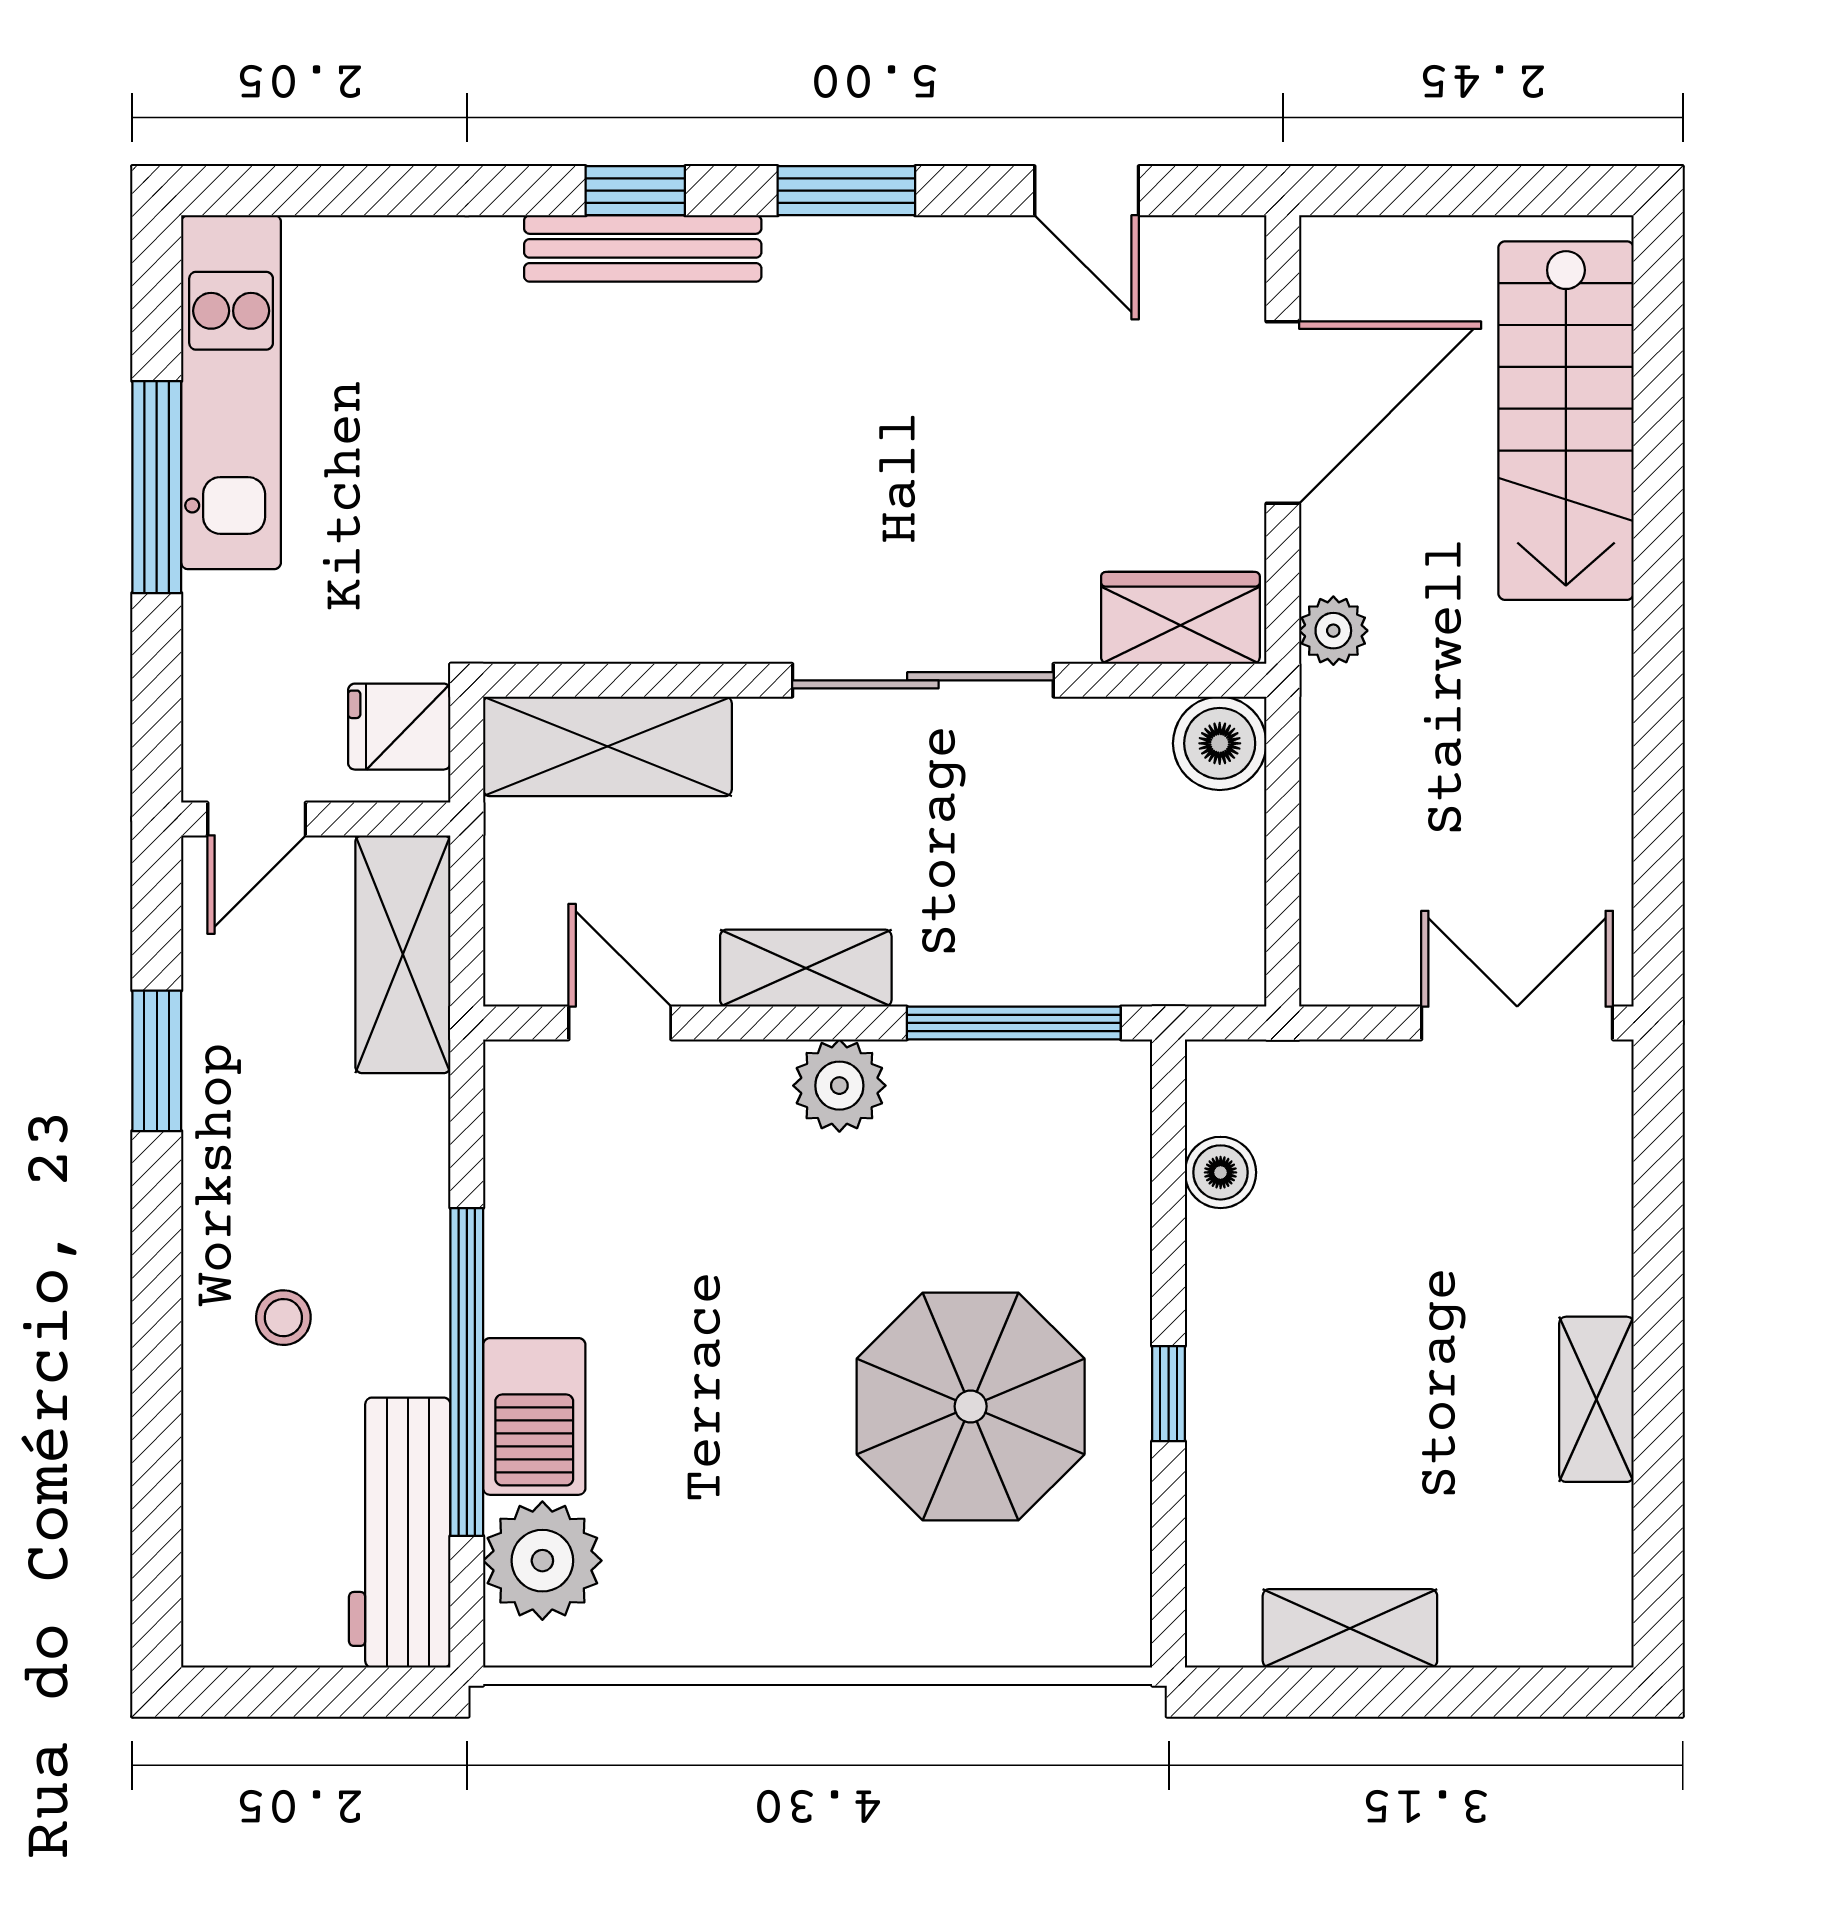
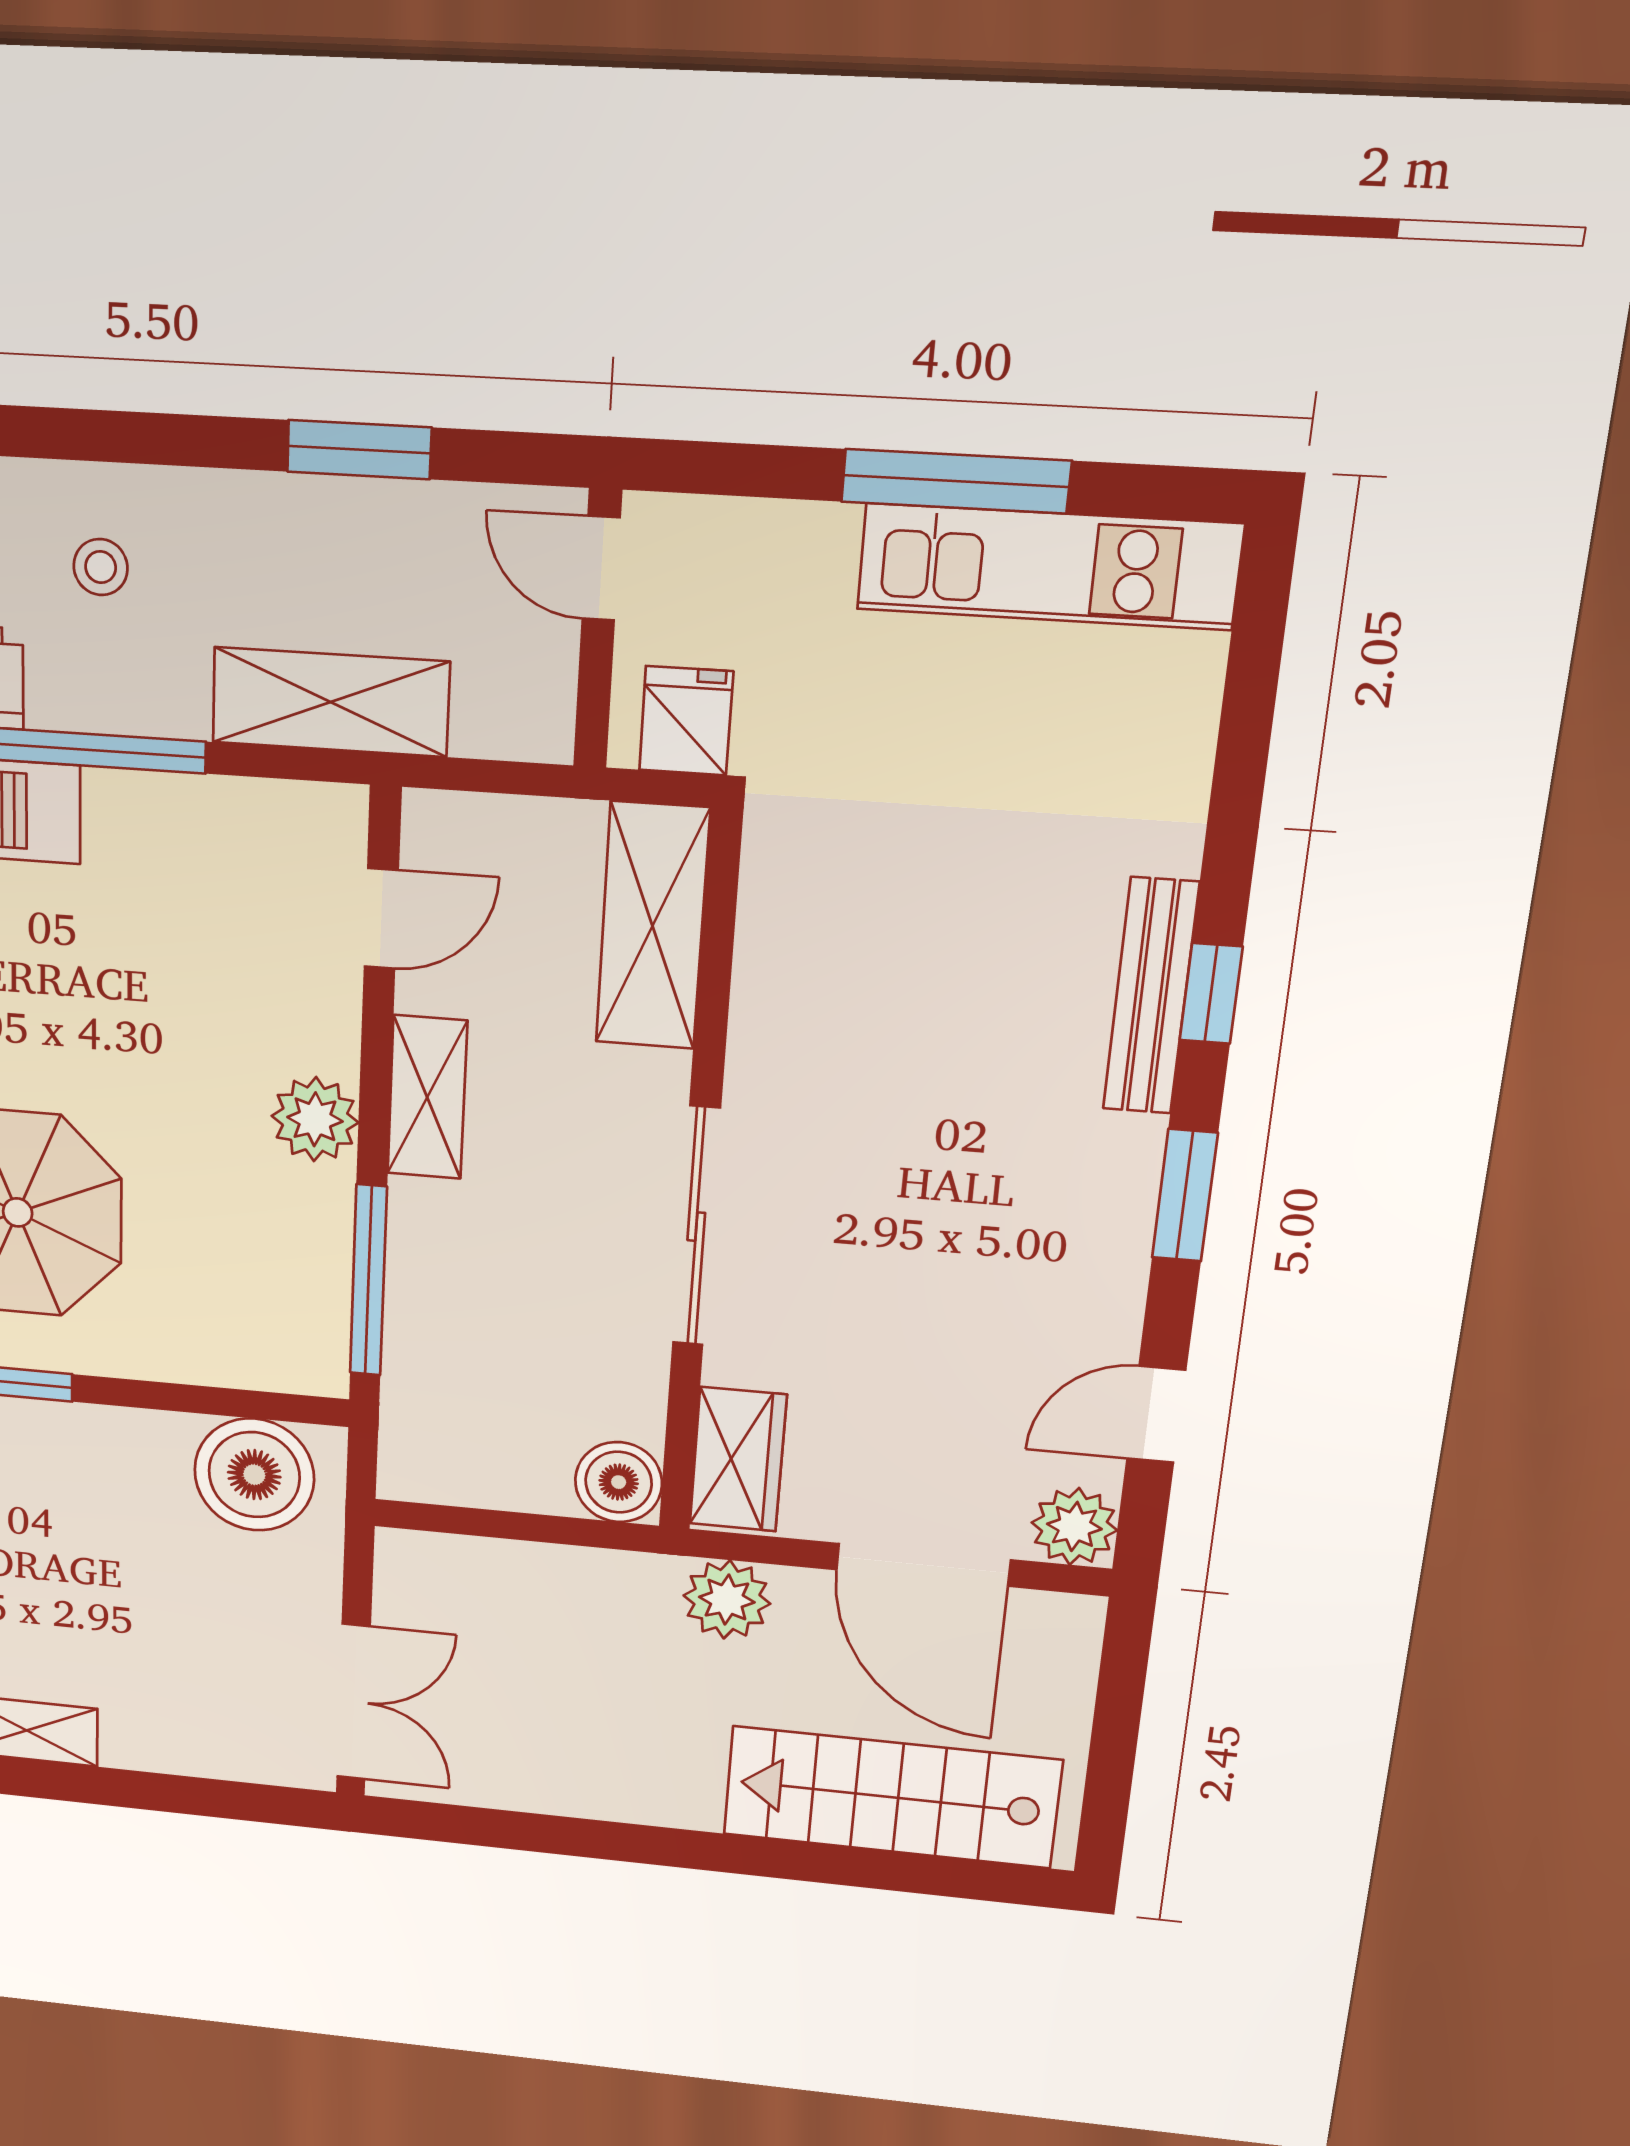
plant: (1222, 260) -> (1074, 1526), added
plant: (1333, 631) -> (727, 1600), width x1.38, depth x1.38
shelving: (403, 954) -> (331, 702), moved
boiler: (1221, 1172) -> (254, 1475), width x1.86, depth x1.86

